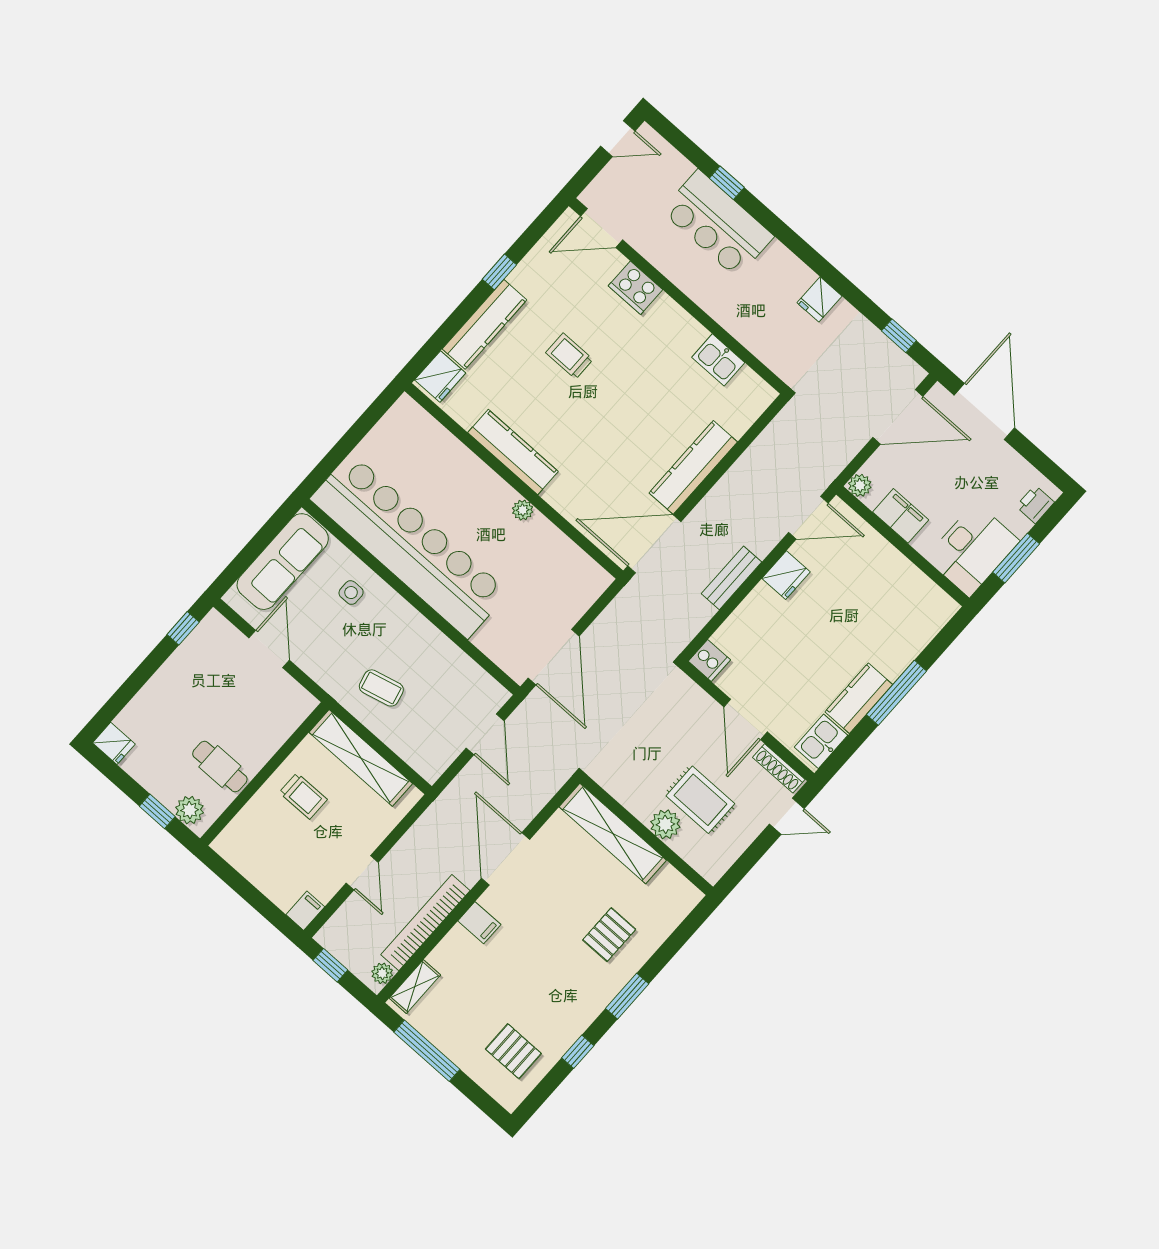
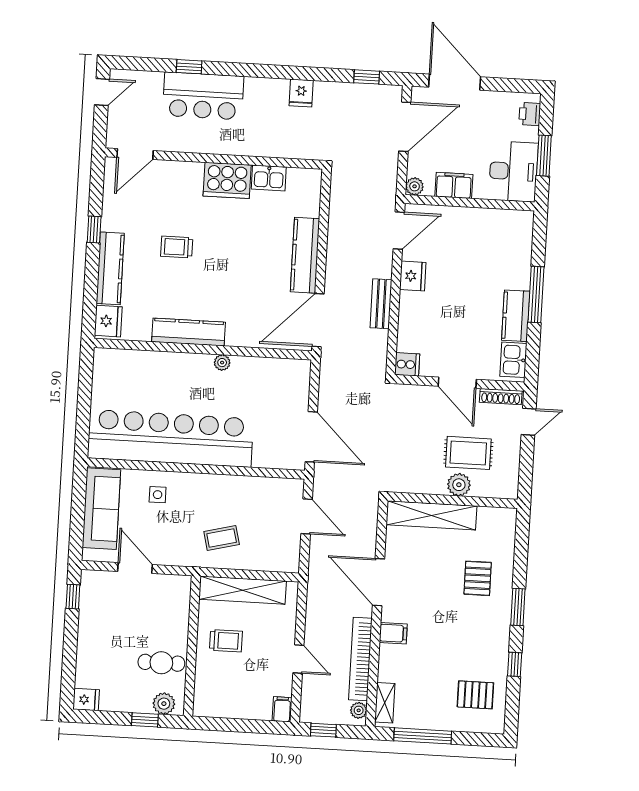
cooker: (635, 288) -> (227, 180), moved, width x1.37, depth x1.31

